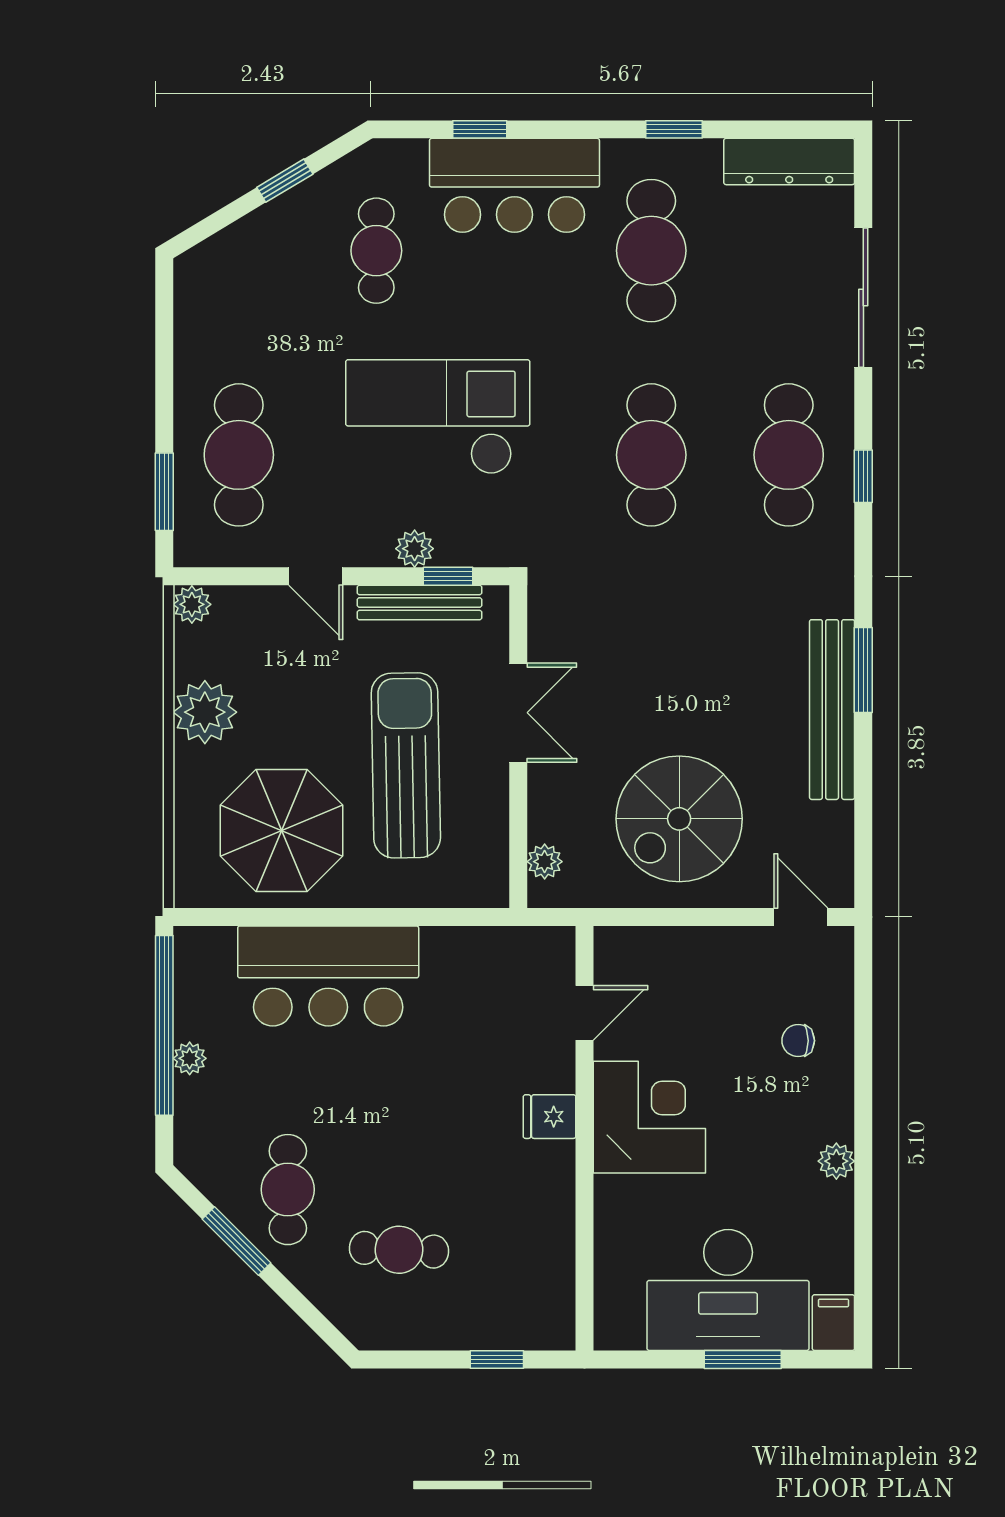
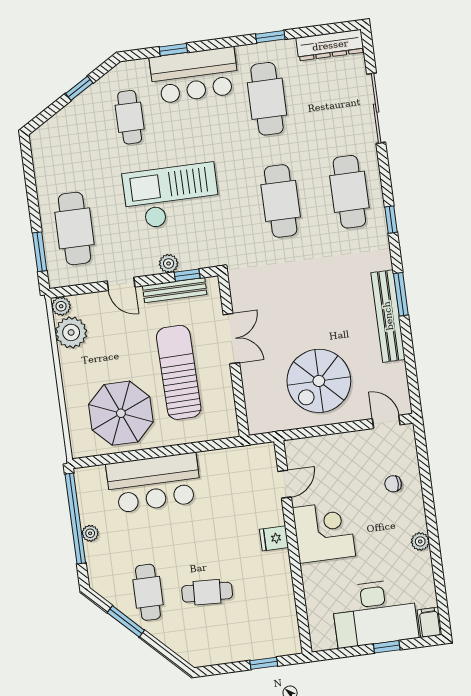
window: (863, 476) -> (391, 220), moved
plant: (205, 712) -> (71, 332), moved
plant: (545, 862) -> (254, 411), removed
cafe table: (399, 1250) -> (207, 592), moved
window: (743, 1359) -> (387, 647), width x0.67

